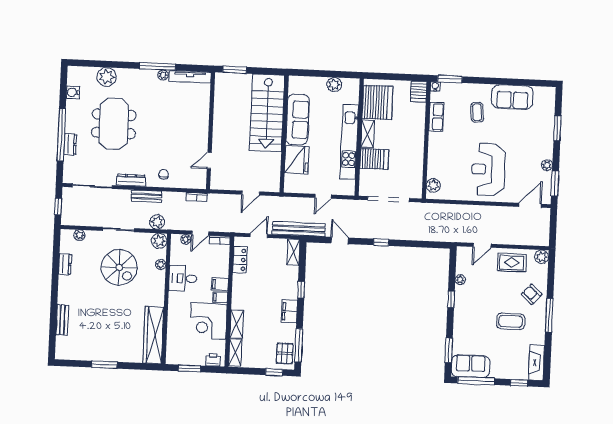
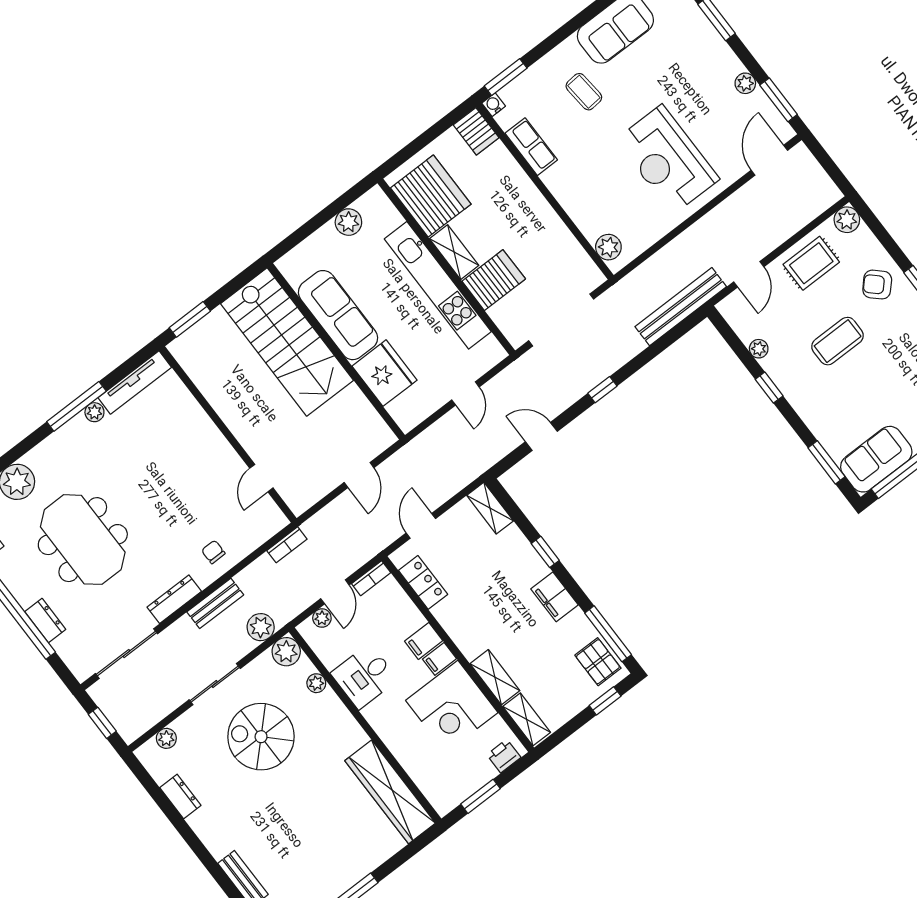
bench: (299, 229) -> (681, 307), moved
spiral stairs: (119, 267) -> (261, 737), turned 180
coffee table: (511, 321) -> (838, 341), moved

